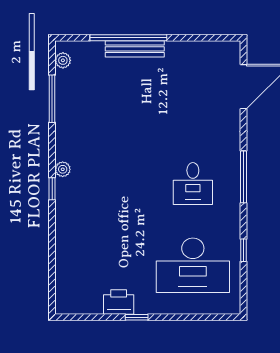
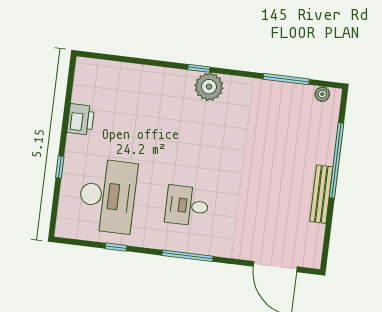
bench: (135, 49) -> (321, 194), moved
plant: (63, 169) -> (209, 87), width x1.88, depth x1.88
desk: (193, 265) -> (108, 196), turned 180
window: (137, 317) -> (60, 167), moved

